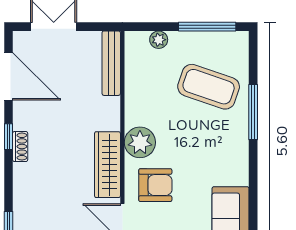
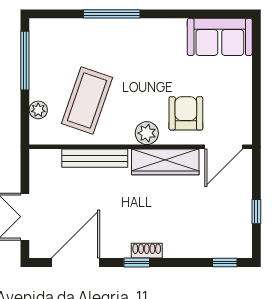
bench: (111, 63) -> (95, 158), moved
coffee table: (209, 87) -> (87, 101), moved
plant: (140, 142) -> (147, 133), width x0.73, depth x0.73

